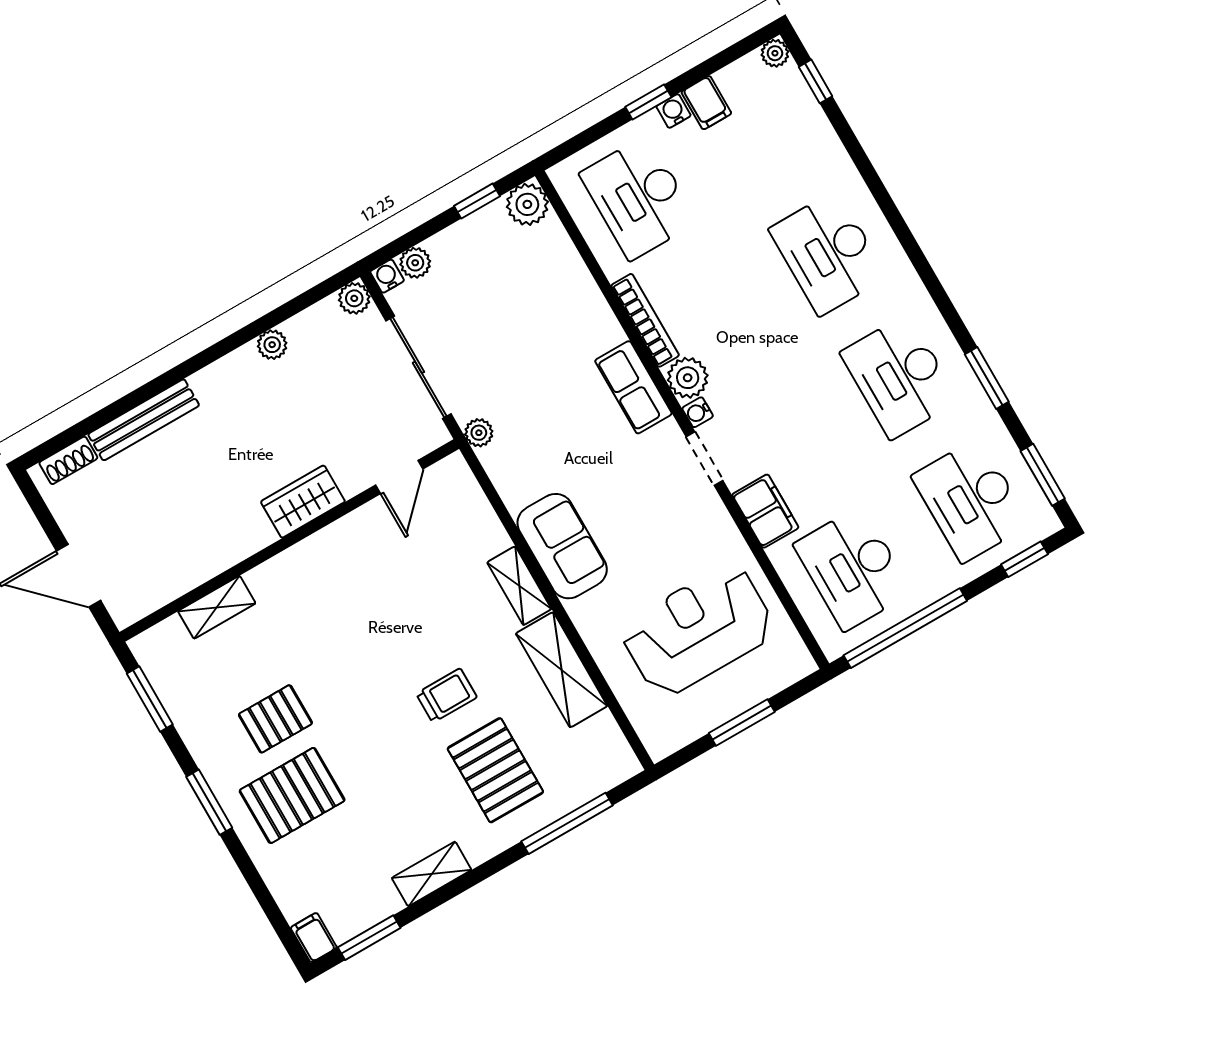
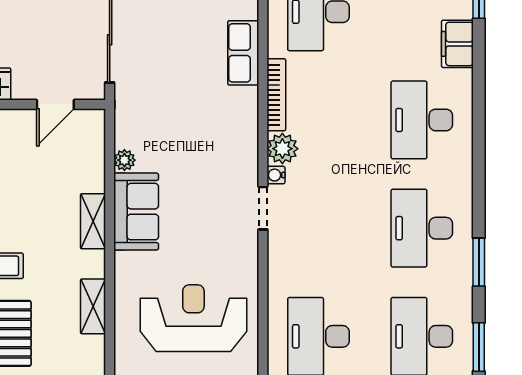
row of seats: (633, 387) -> (243, 53), moved
plant: (479, 433) -> (124, 160), moved
filing cabinet: (765, 511) -> (457, 44), moved, turned 180
shelving: (562, 670) -> (93, 306), width x0.67, depth x0.75

